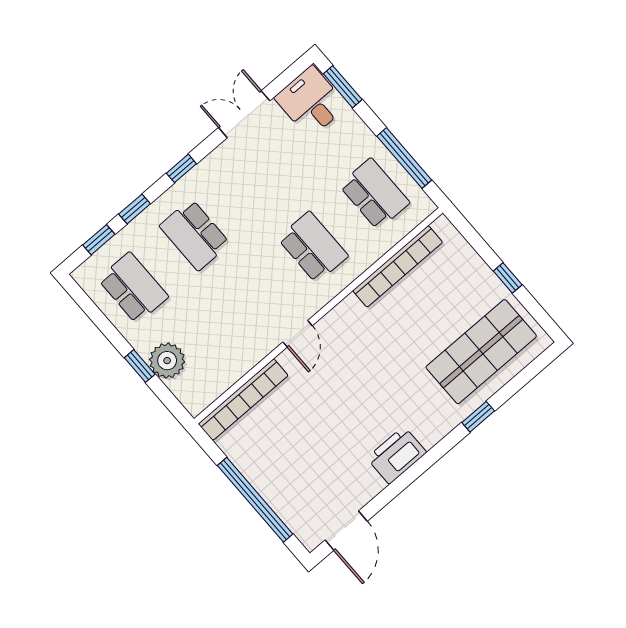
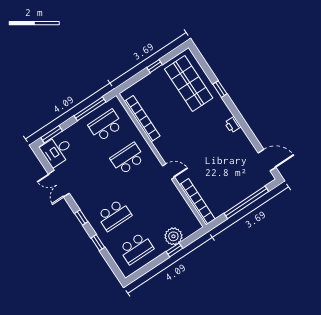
window: (99, 240) -> (111, 262), removed
school desk: (133, 288) -> (136, 248), turned 180
printer: (397, 455) -> (233, 125), width x0.53, depth x0.68

